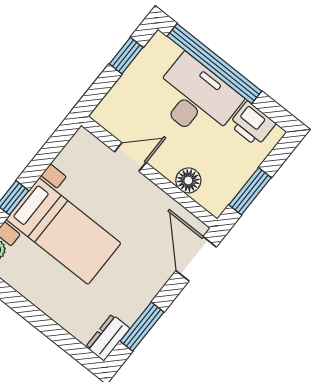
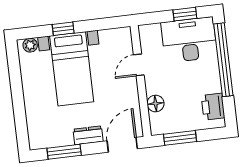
desk: (196, 98) -> (189, 40), moved, turned -90
door: (130, 157) -> (139, 65), swing flipped
dresser: (108, 338) -> (88, 135), moved

